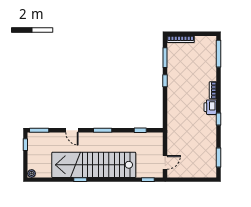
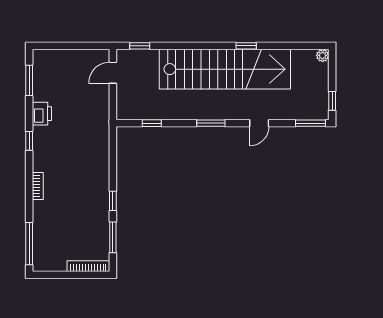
printer: (210, 107) -> (42, 114), moved
door: (72, 130) -> (259, 123), swing flipped

